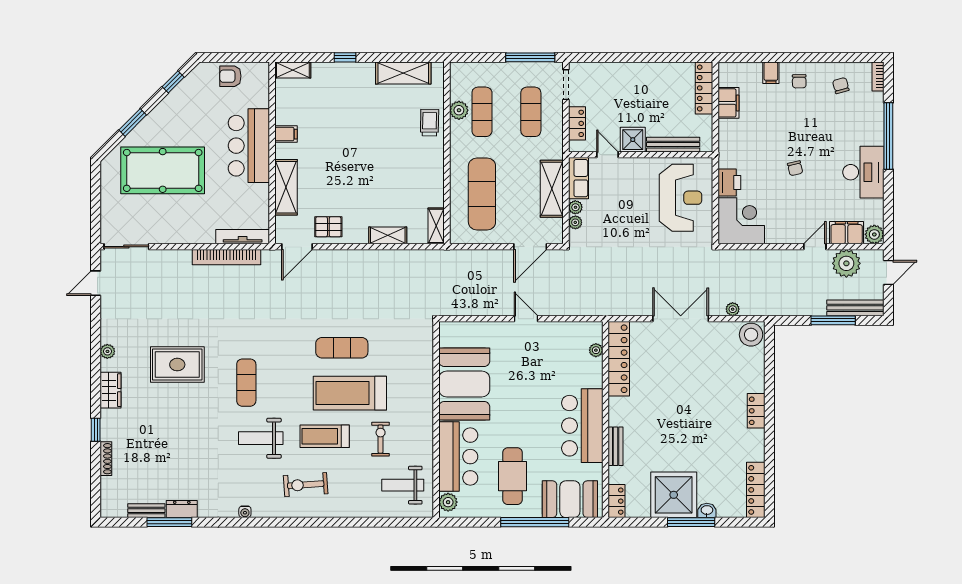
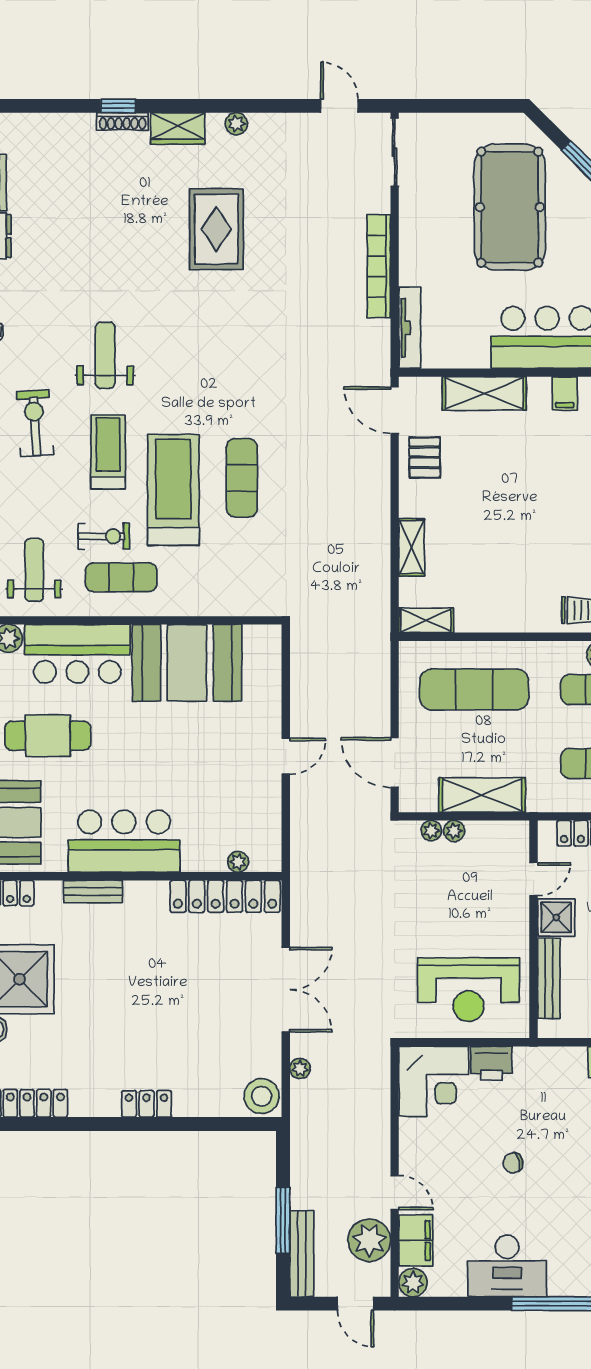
row of seats: (578, 178) -> (498, 835), removed
bookcase: (227, 257) -> (379, 266), moved
exercise mat: (246, 383) -> (121, 577), moved
shoe rack: (106, 459) -> (123, 121), moved

